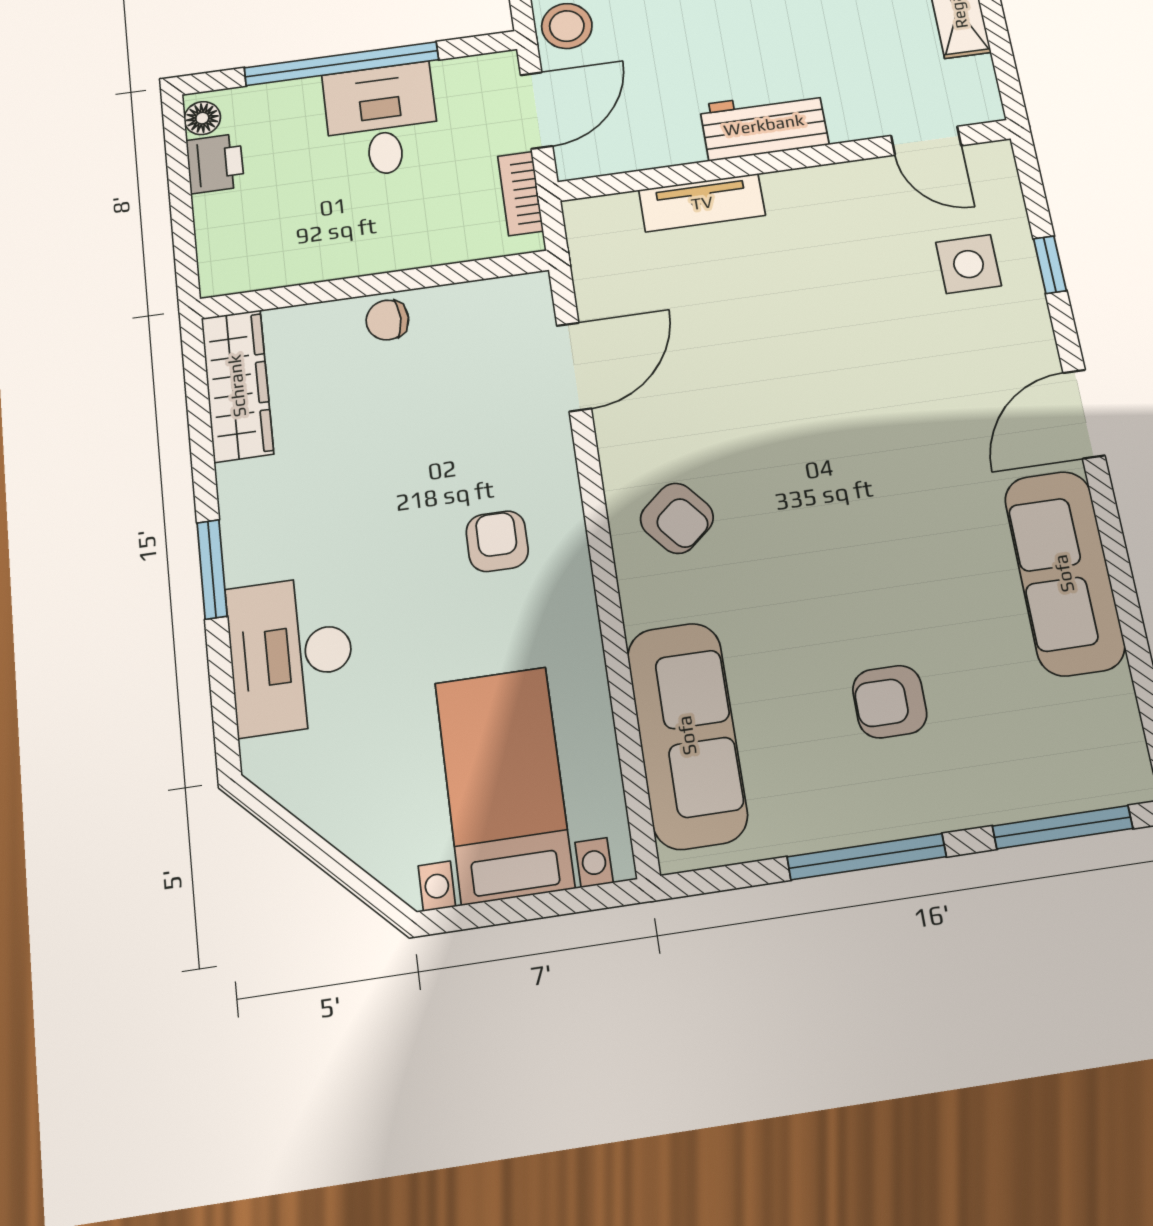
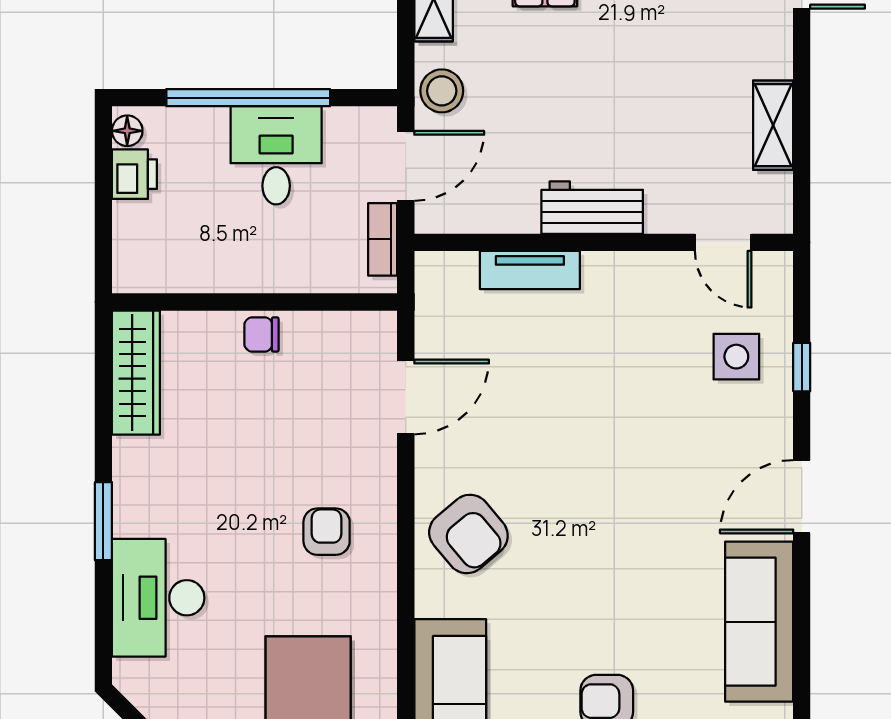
armchair: (677, 518) -> (468, 534), width x1.38, depth x1.38

